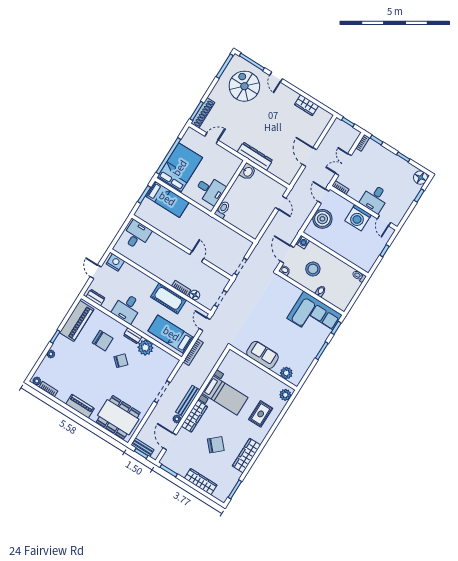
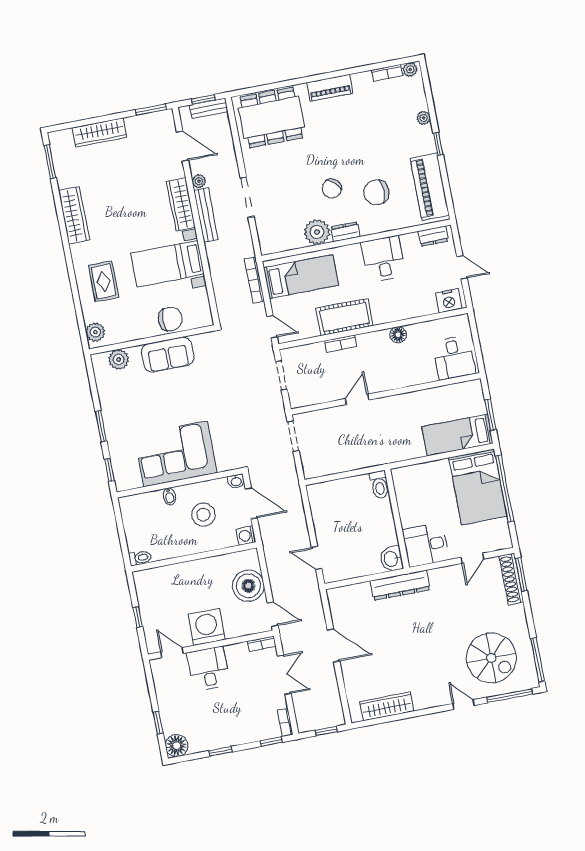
wardrobe: (306, 105) -> (387, 706), width x1.50
desk: (210, 190) -> (426, 545), moved
door: (197, 257) -> (357, 399), swing flipped
floor lamp: (195, 295) -> (398, 335), moved
corner sofa: (315, 317) -> (175, 454), moved
chair: (216, 445) -> (170, 319), moved, turned -138

